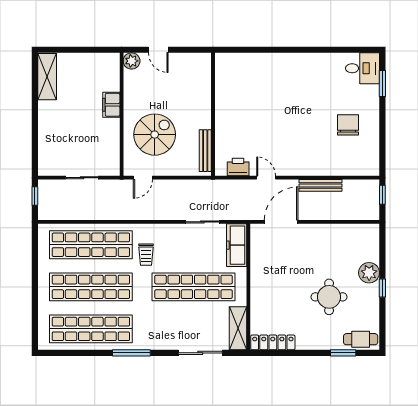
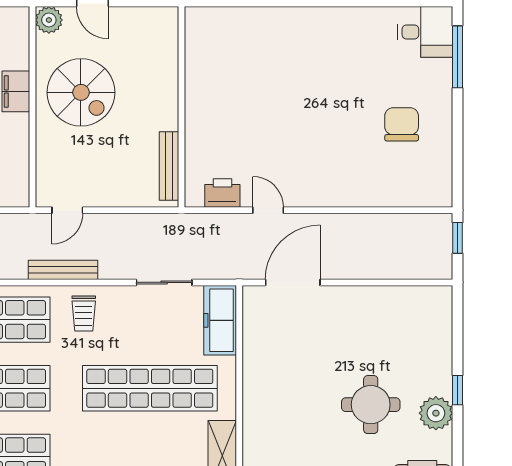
window: (382, 84) -> (458, 57), width x1.44
spiral stairs: (155, 135) -> (81, 92), moved, turned 90
bench: (321, 185) -> (63, 270), moved
trolley: (146, 255) -> (84, 313), moved
plant: (369, 273) -> (436, 413), moved

